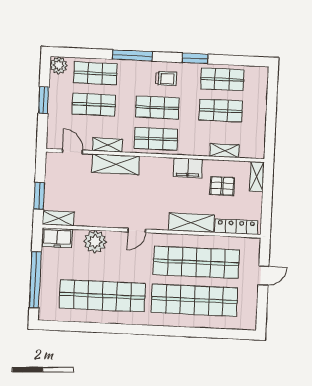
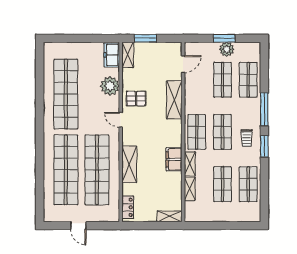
window: (195, 58) -> (264, 146), moved
plant: (59, 65) -> (227, 49), moved
shelving: (107, 145) -> (190, 164), moved
pallet: (222, 186) -> (136, 98), moved, turned 90
locker: (236, 227) -> (128, 207), width x0.66
door: (263, 275) -> (78, 226), moved
window: (35, 280) -> (76, 38), removed

